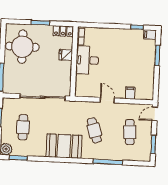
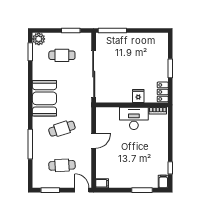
round table: (22, 47) -> (145, 51), removed
filing cabinet: (130, 93) -> (102, 183), moved

